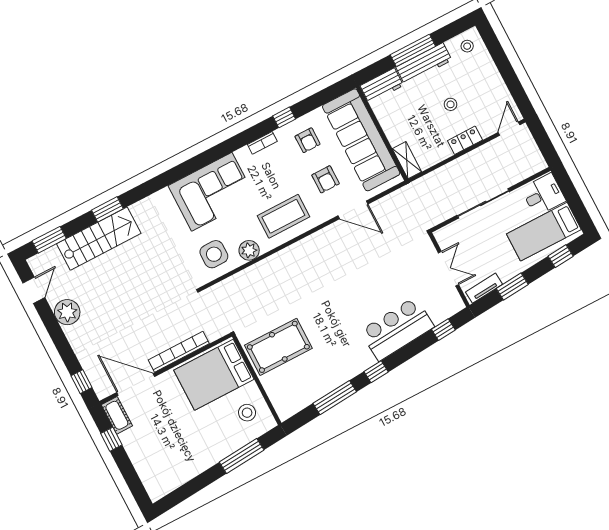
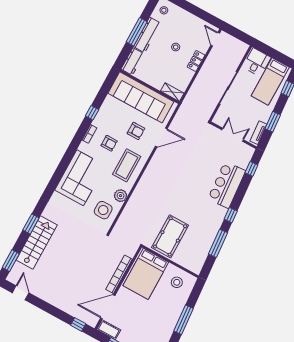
armchair: (308, 140) -> (109, 143), moved
plant: (67, 312) -> (46, 293), removed
window: (242, 456) -> (184, 320), moved

